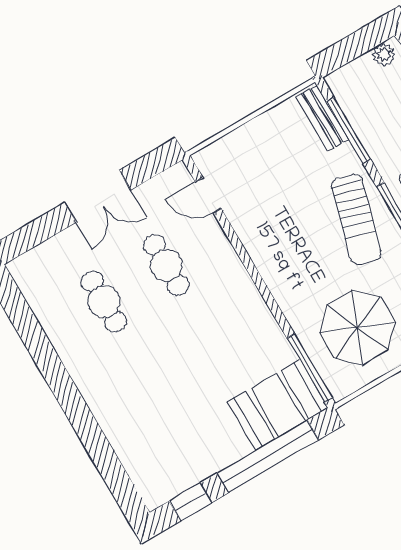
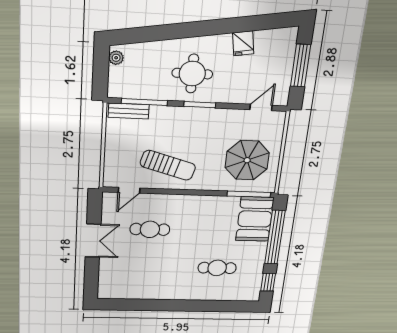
sun lounger: (356, 220) -> (168, 165), moved
cafe table: (104, 302) -> (217, 268), moved

